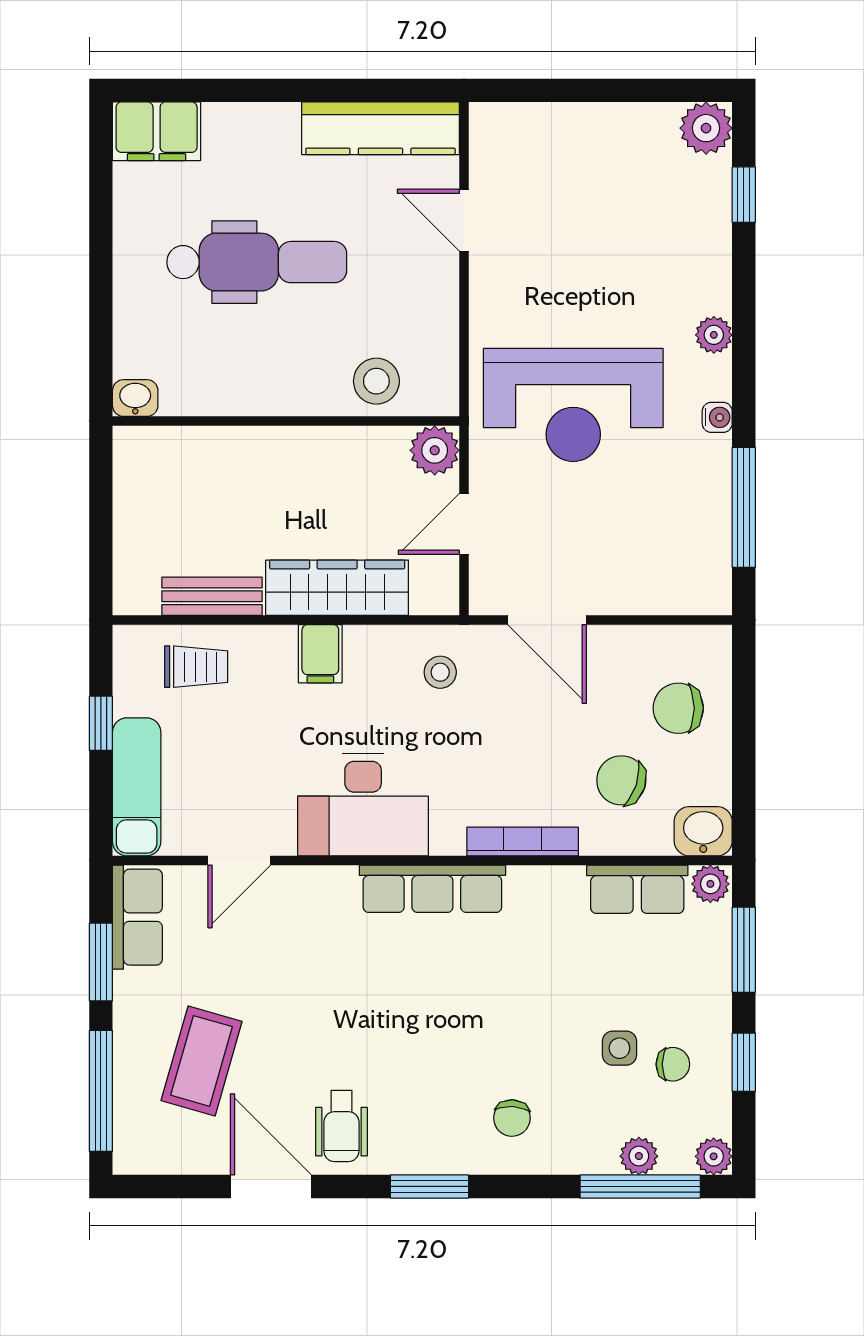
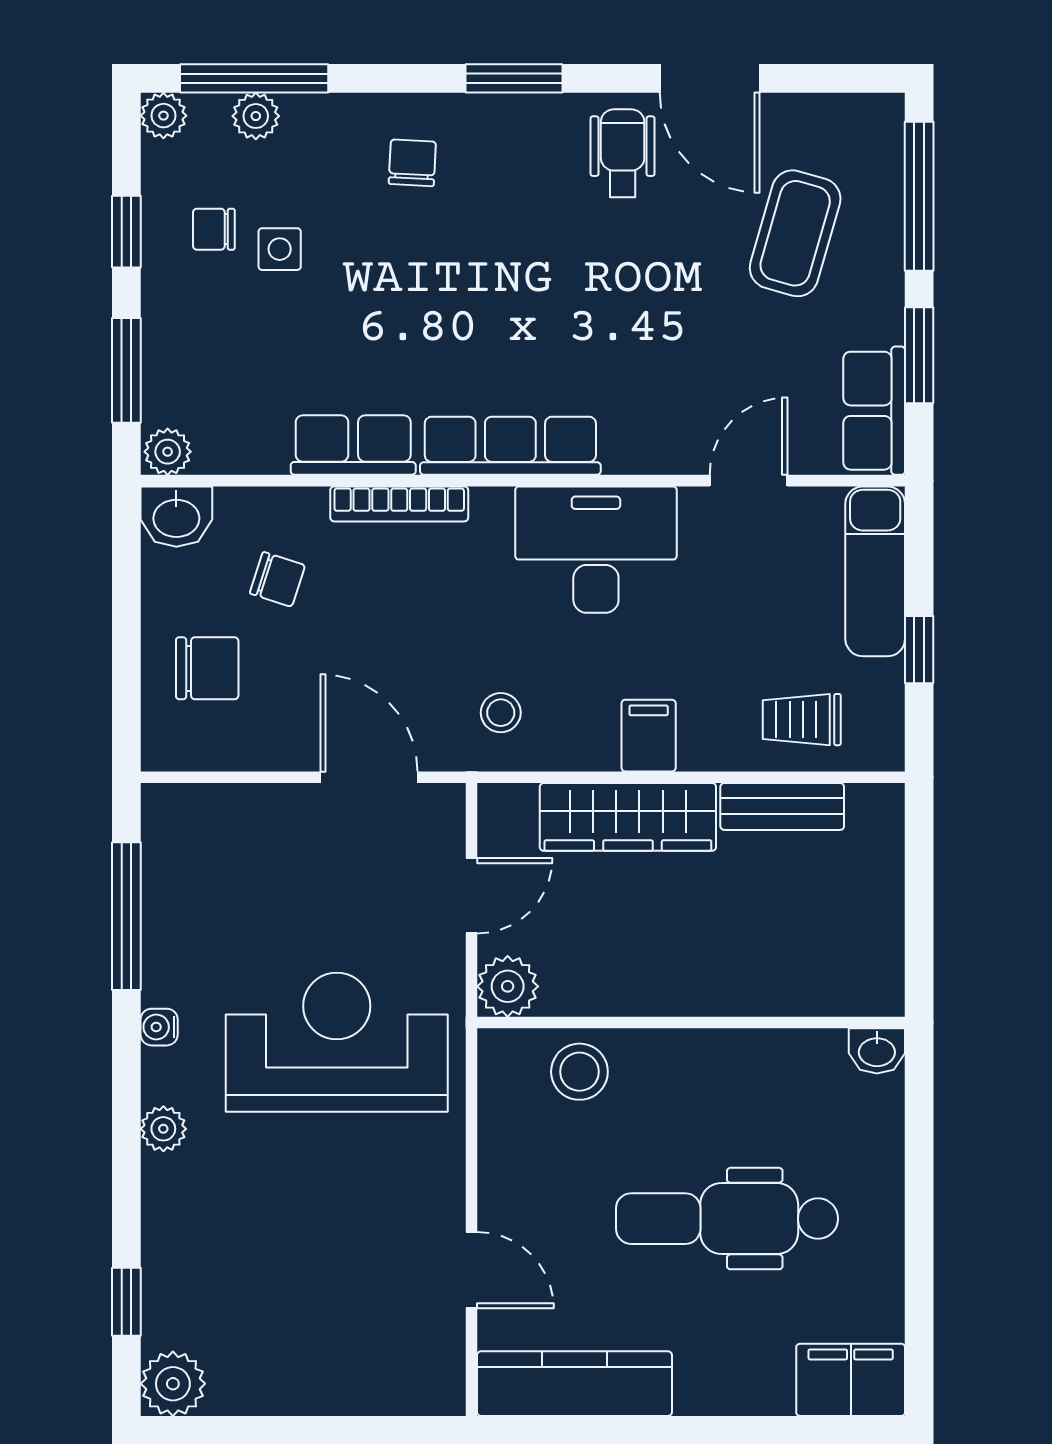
chair: (621, 780) -> (277, 579), width x0.73, depth x0.73
row of seats: (637, 889) -> (353, 445), moved

